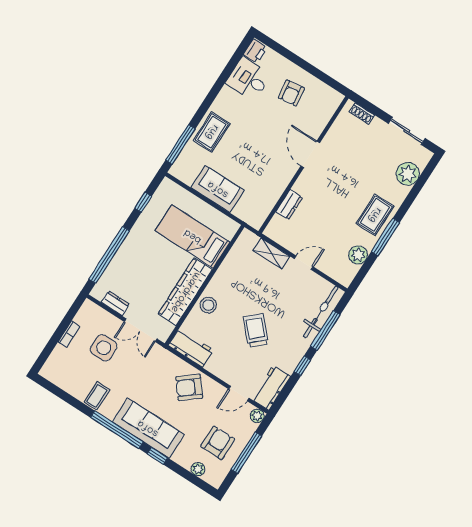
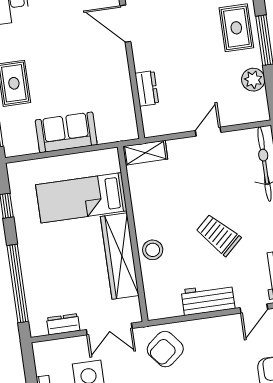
shelving: (271, 253) -> (145, 153), moved
workbench: (191, 348) -> (208, 299), moved
armchair: (189, 387) -> (165, 349), moved

